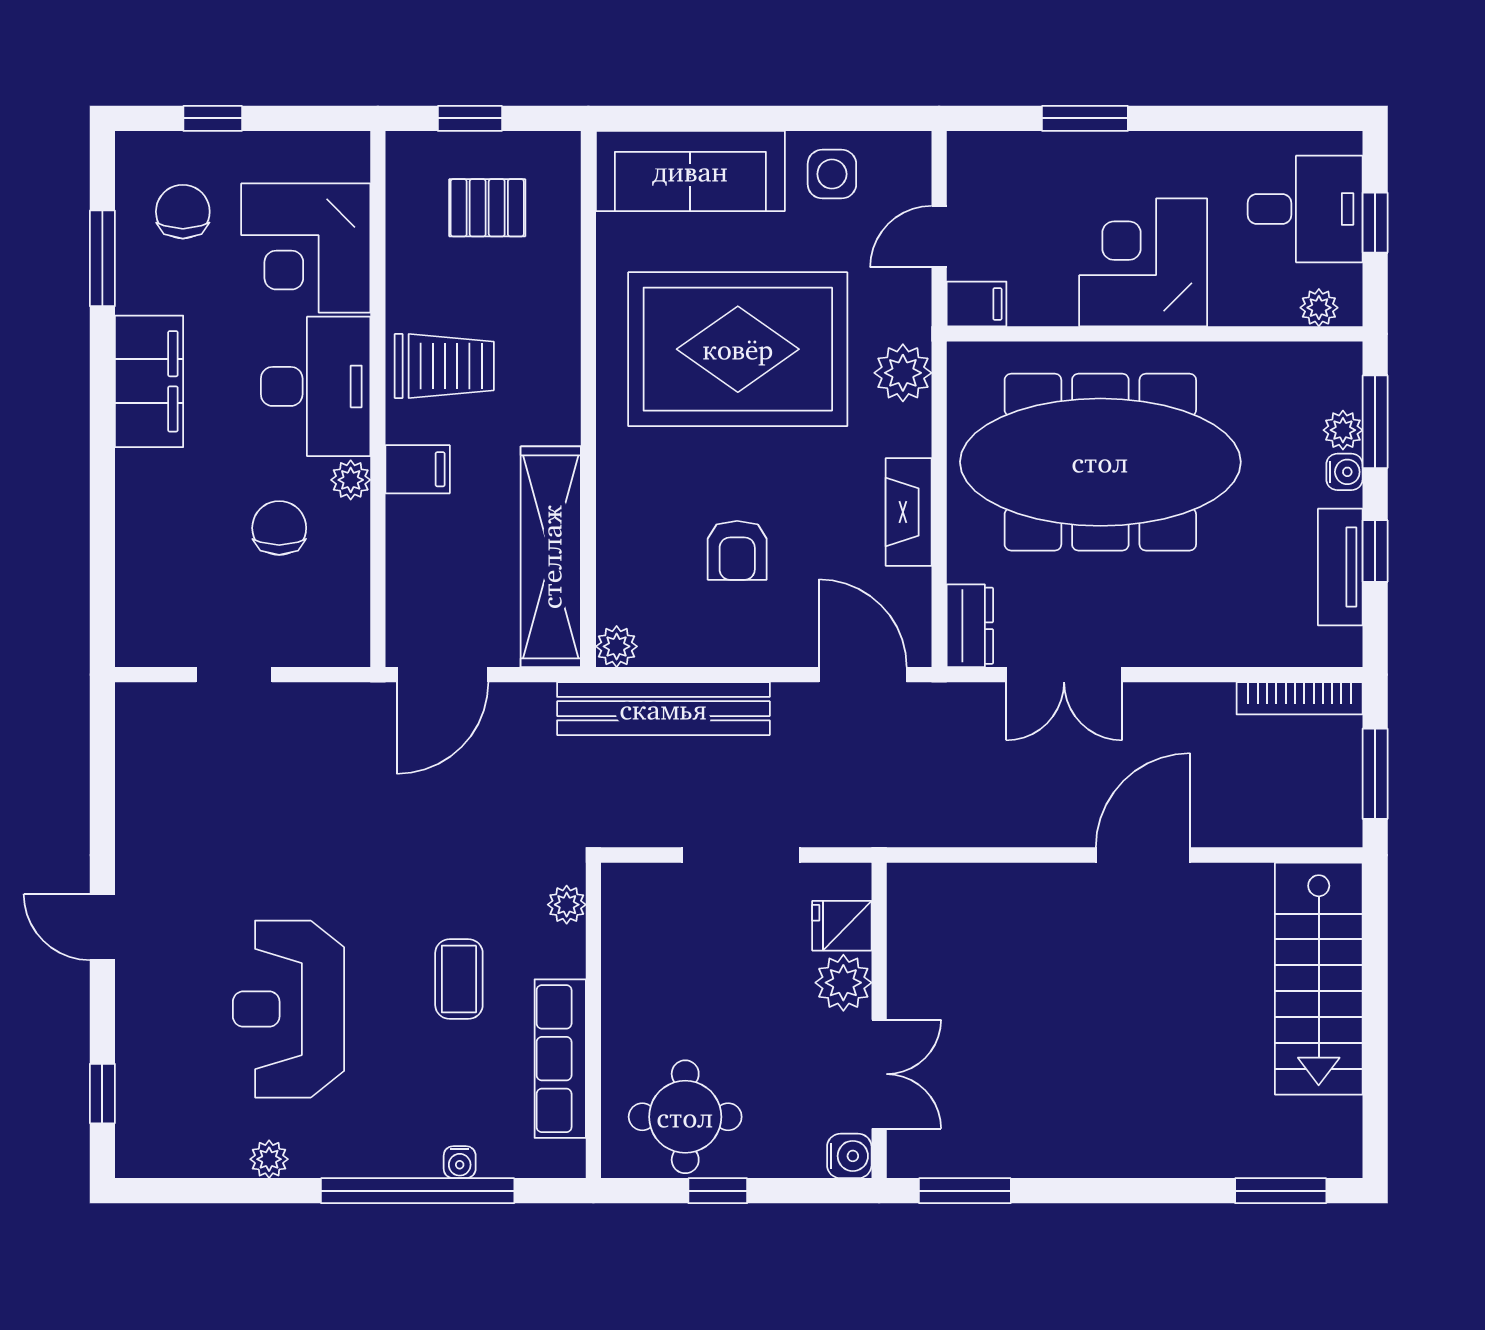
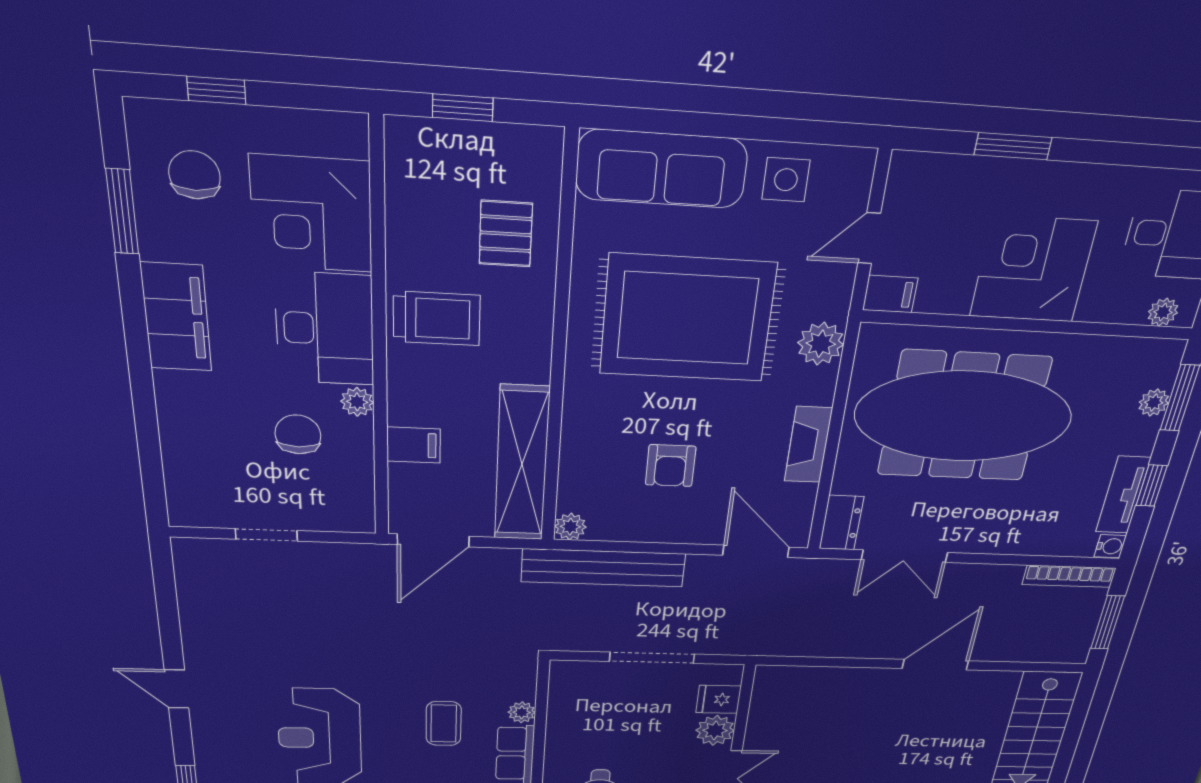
pallet: (487, 208) -> (506, 234), moved, turned 90
filing cabinet: (418, 469) -> (414, 445), moved
water cooler: (1344, 472) -> (1110, 546), moved
plant: (567, 905) -> (522, 712), moved

